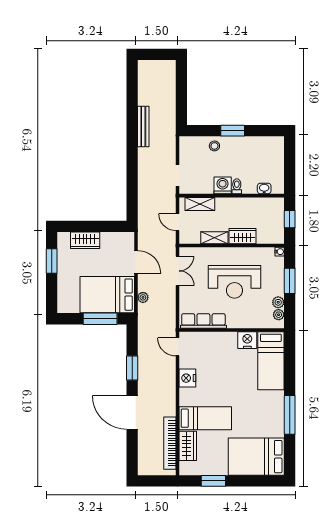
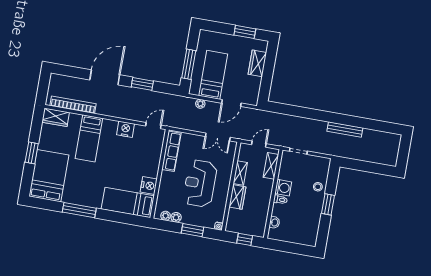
bed: (107, 295) -> (213, 75), width x0.67
wardrobe: (188, 446) -> (56, 117), moved
window: (213, 481) -> (32, 153), moved

